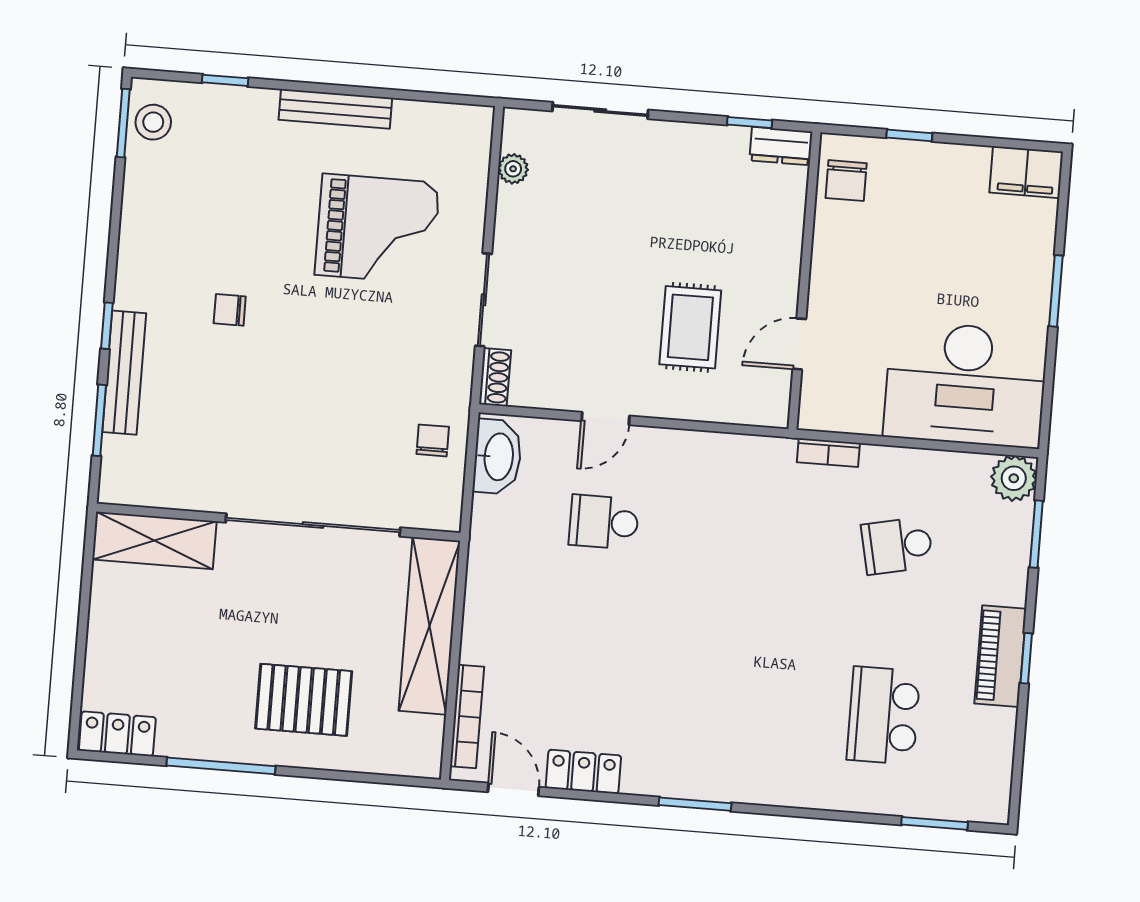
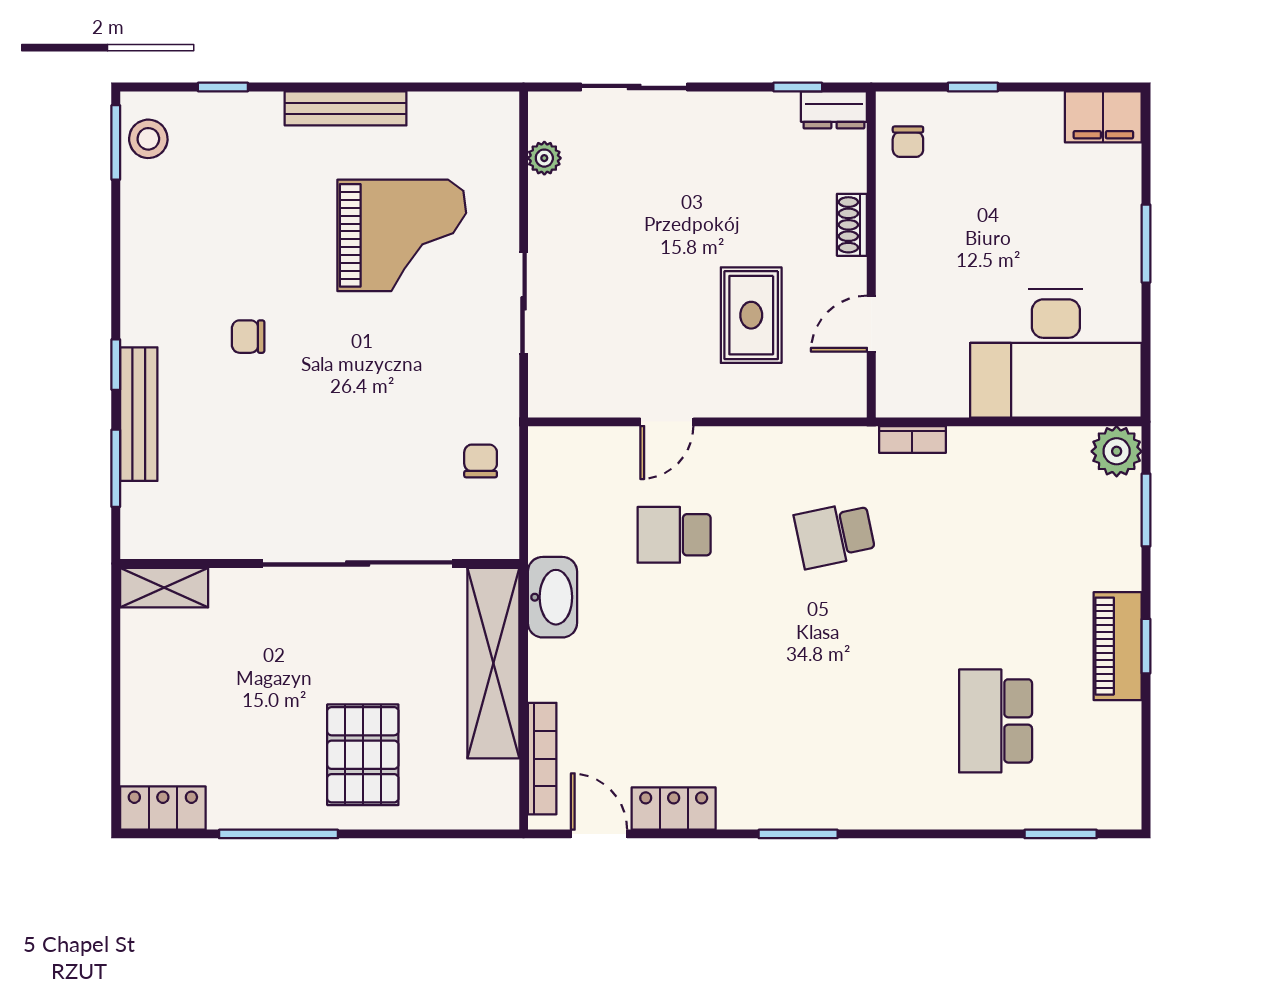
chair: (846, 181) -> (908, 142), width x0.73, depth x0.73
shoe rack: (495, 377) -> (852, 225), moved, turned 180
washbasin: (497, 457) -> (552, 597), moved
shelving: (154, 540) -> (164, 588), width x0.67, depth x0.75
school desk: (897, 546) -> (835, 535), moved
pallet: (304, 700) -> (363, 755), turned 90

